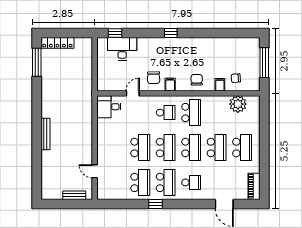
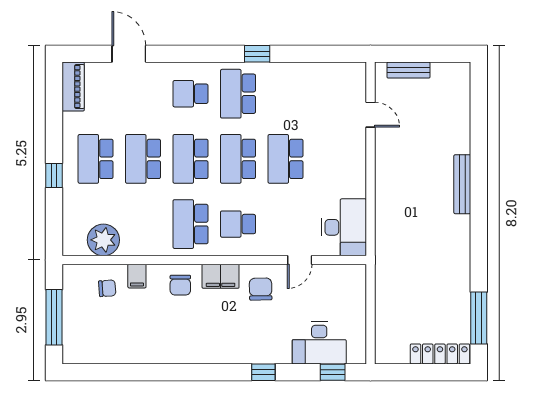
window: (171, 33) -> (263, 372), moved
filing cabinet: (170, 85) -> (221, 276), width x2.00
desk: (109, 107) -> (344, 227), width x1.37
window: (264, 139) -> (54, 175), added
school desk: (140, 182) -> (286, 94), removed

